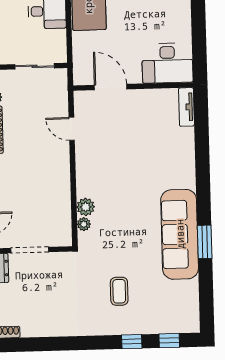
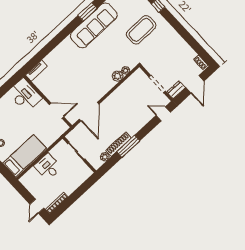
door: (111, 87) -> (57, 111), swing flipped
door: (72, 129) -> (89, 112), width x1.88
coffee table: (119, 291) -> (141, 30), width x1.86, depth x1.72

